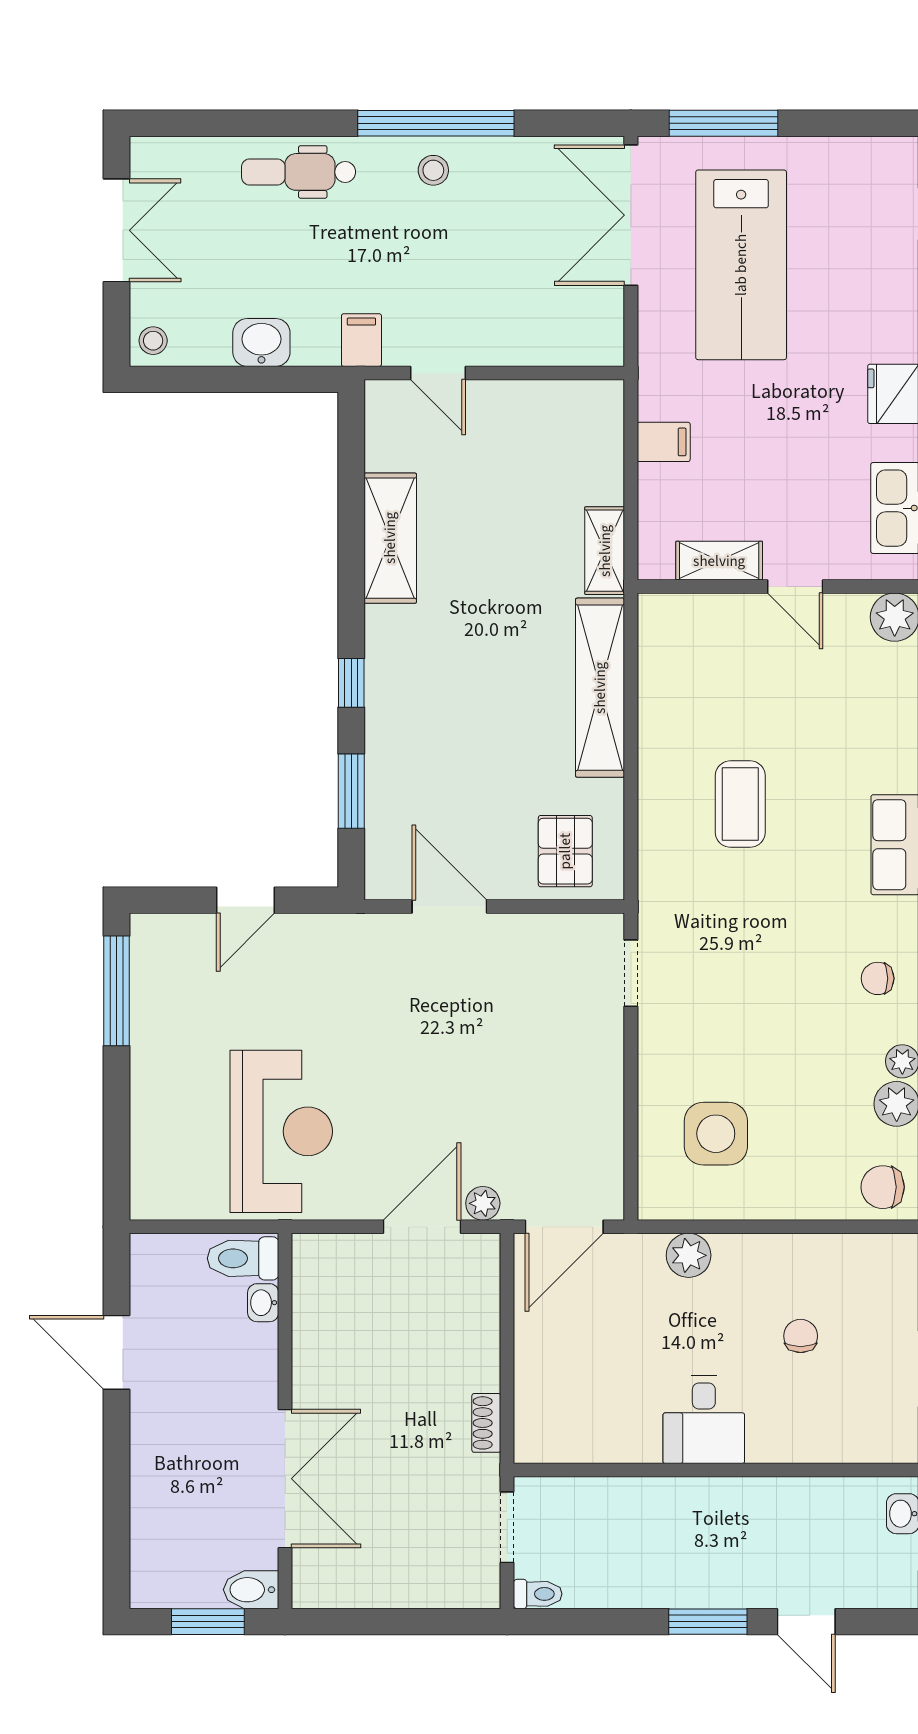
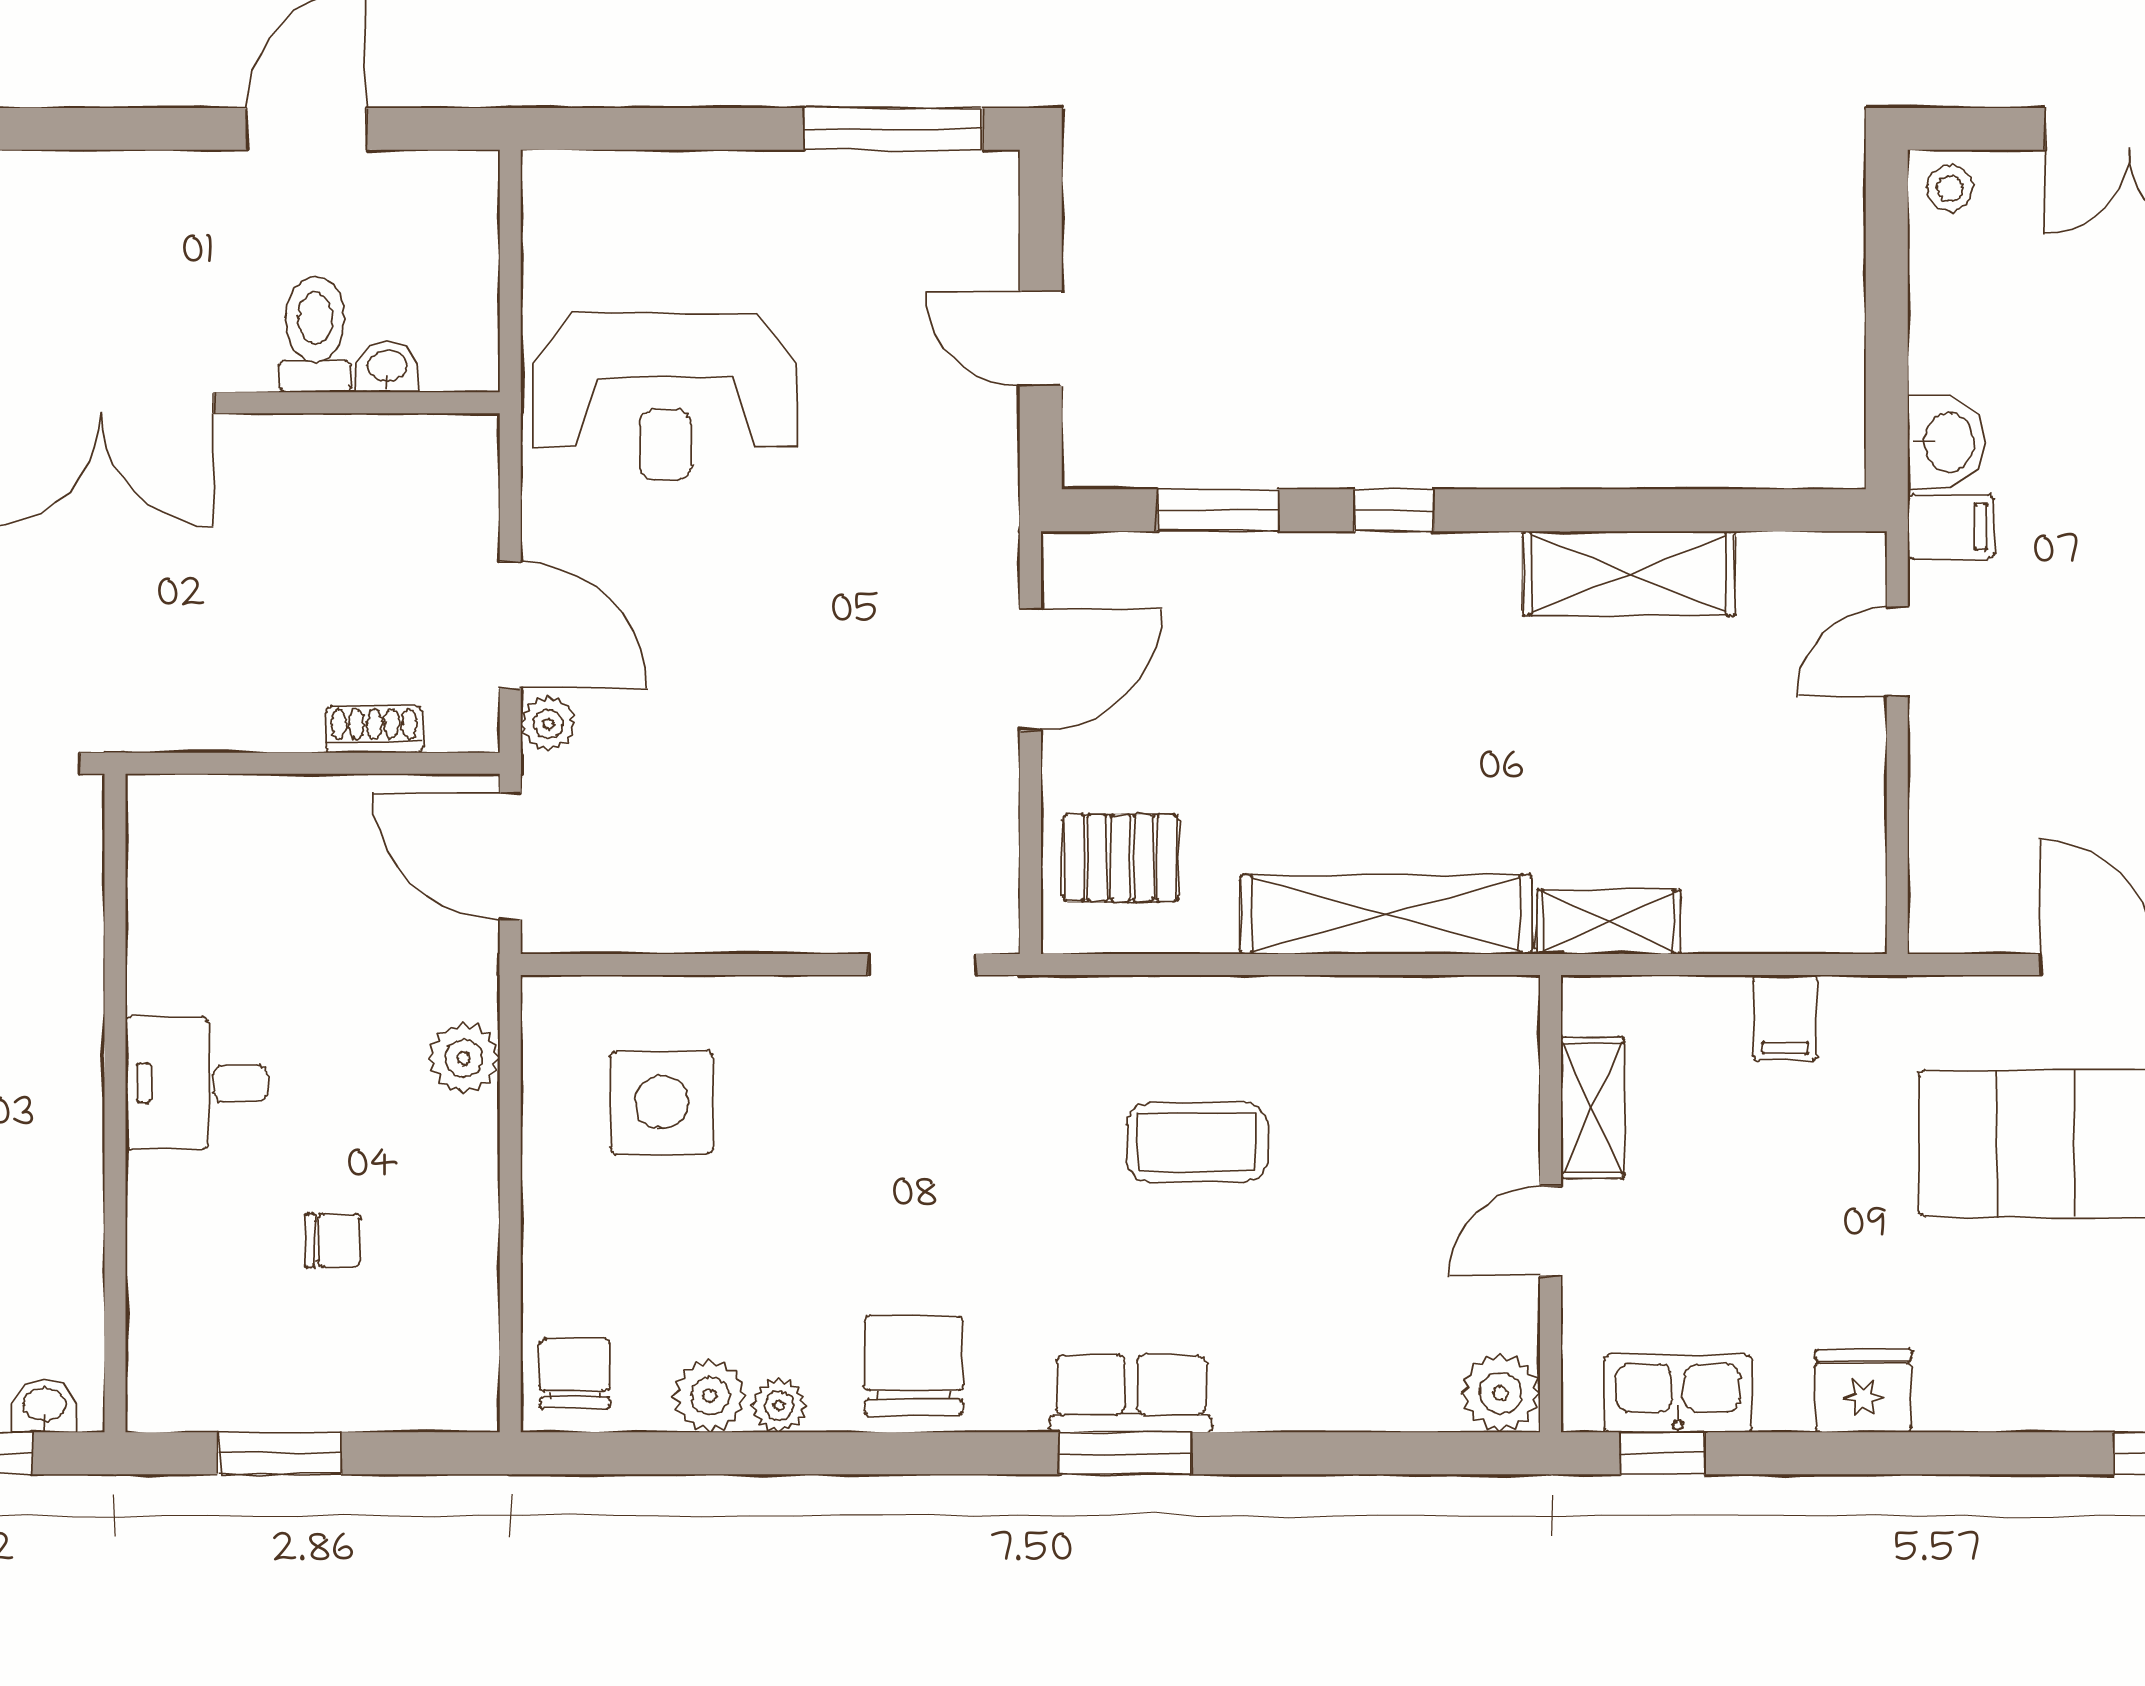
washbasin: (261, 343) -> (1947, 443), moved
chair: (878, 978) -> (914, 1365), width x1.87, depth x1.87
toilet: (243, 1258) -> (315, 334), moved
shoe rack: (486, 1423) -> (374, 730), moved

